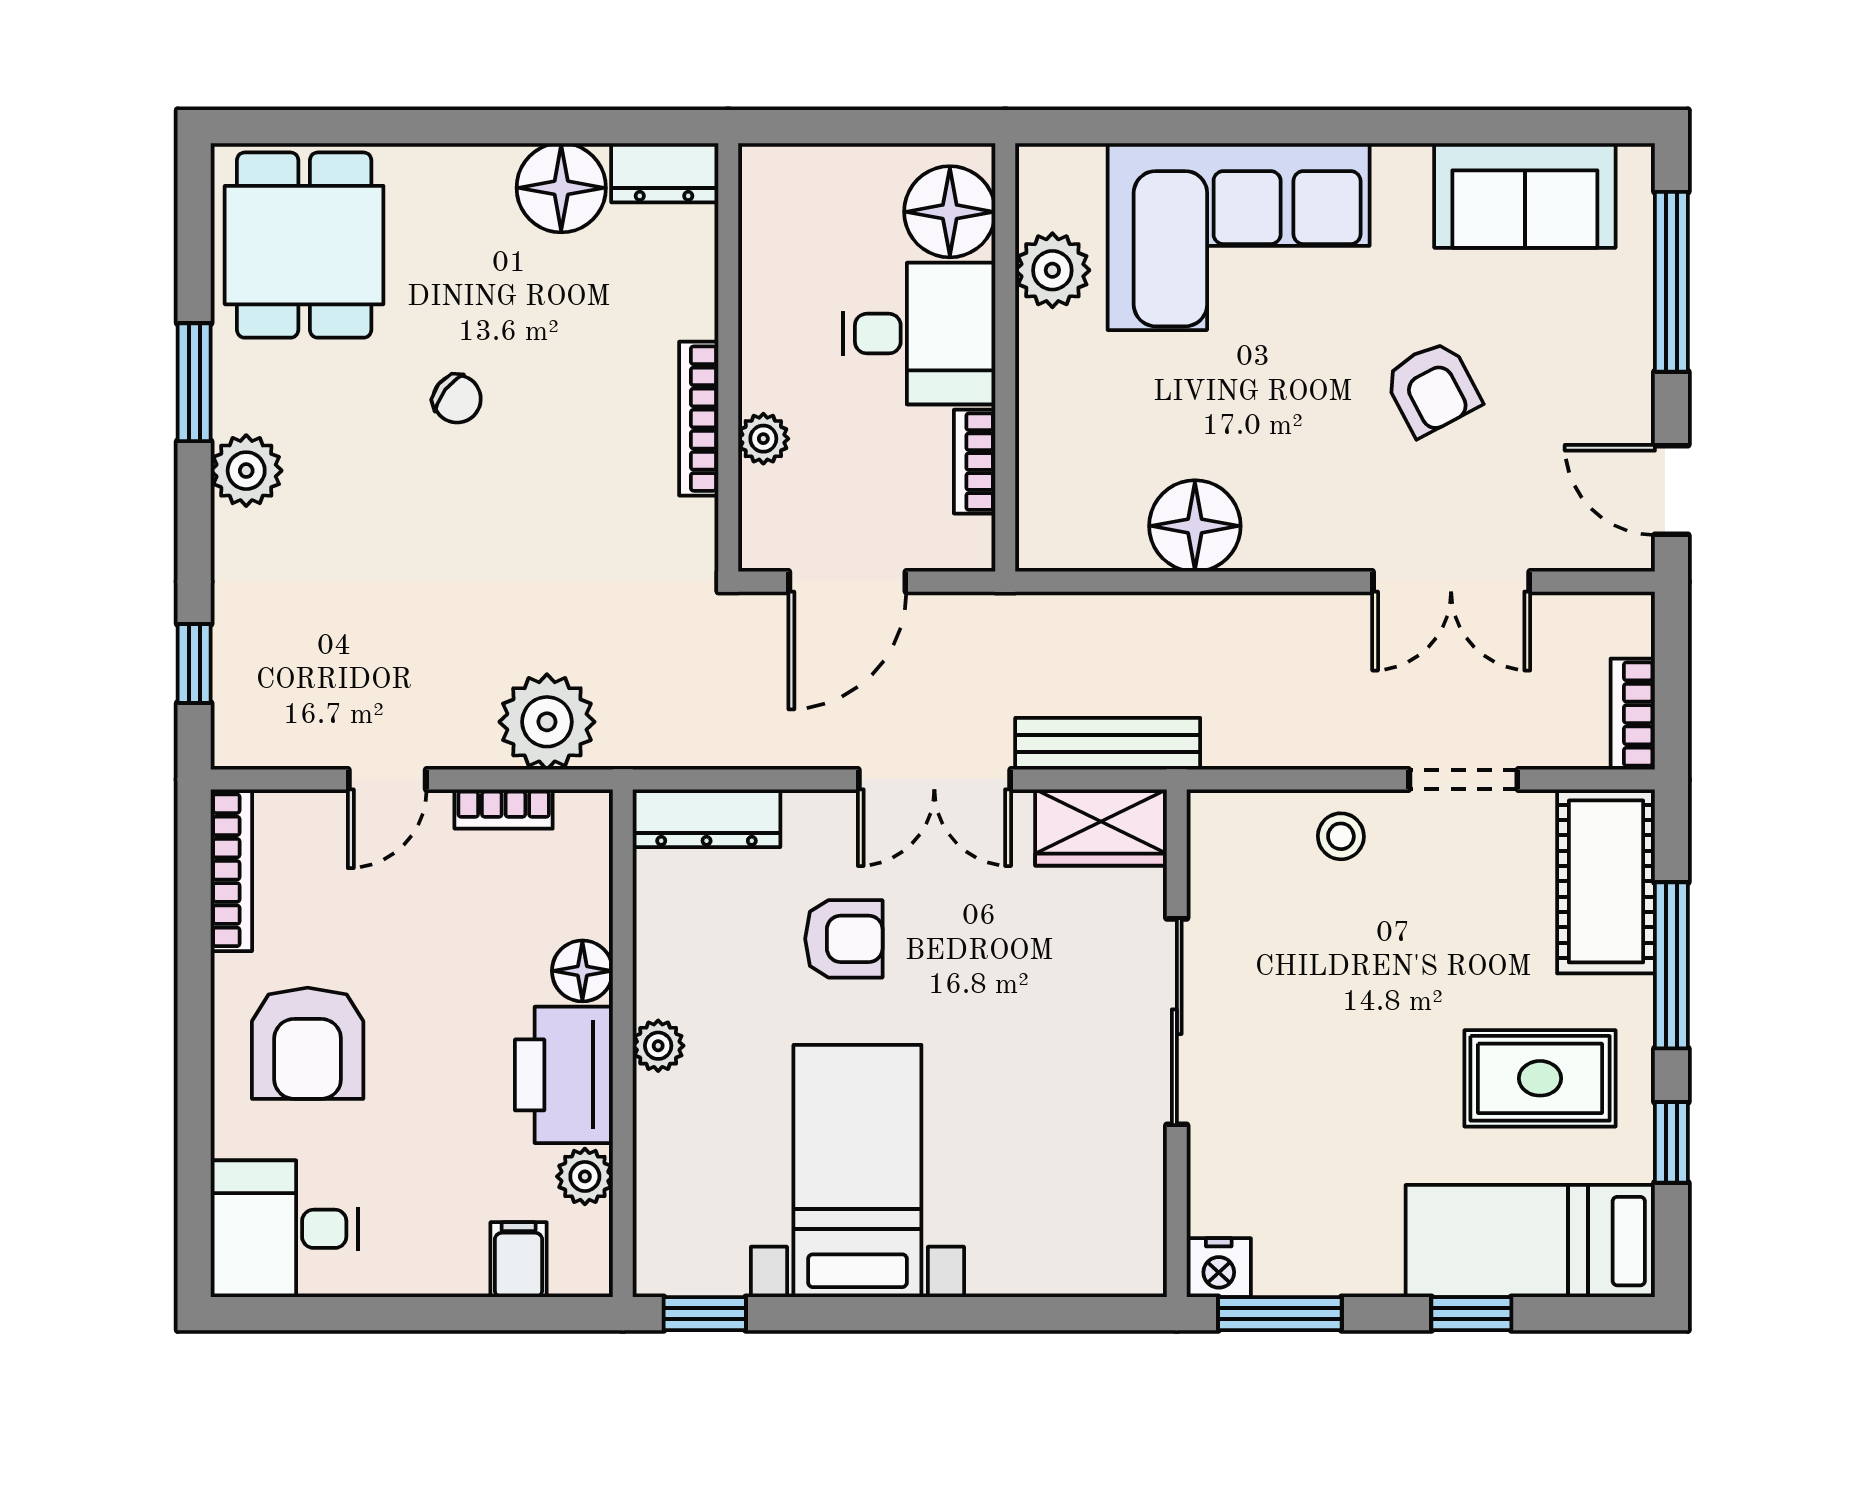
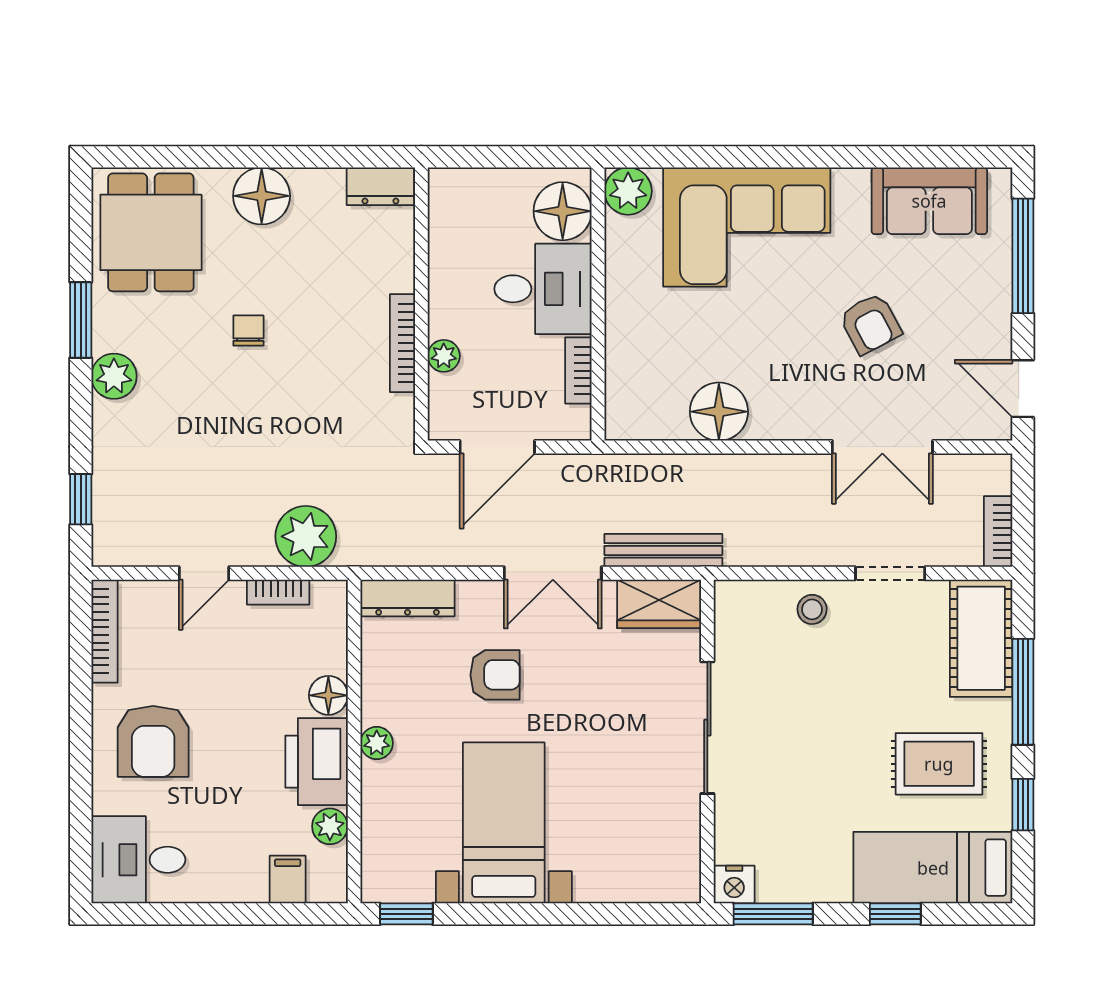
floor lamp: (561, 188) -> (262, 196), moved
plant: (1052, 270) -> (628, 191), moved
chair: (457, 399) -> (248, 331), turned -128

